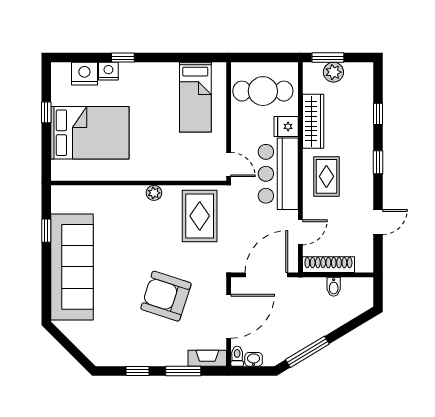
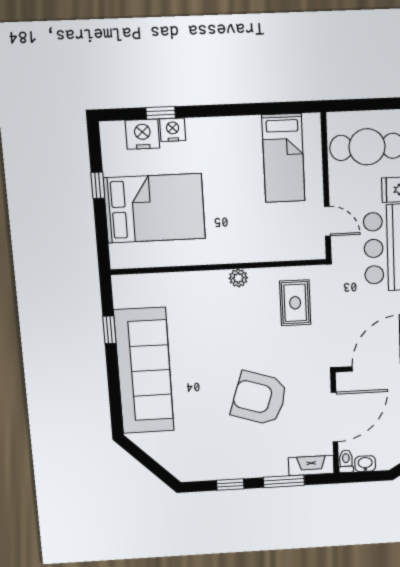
window: (123, 58) -> (161, 113), moved
door: (229, 165) -> (327, 221), moved
rug: (200, 216) -> (295, 303), width x0.73, depth x0.70

